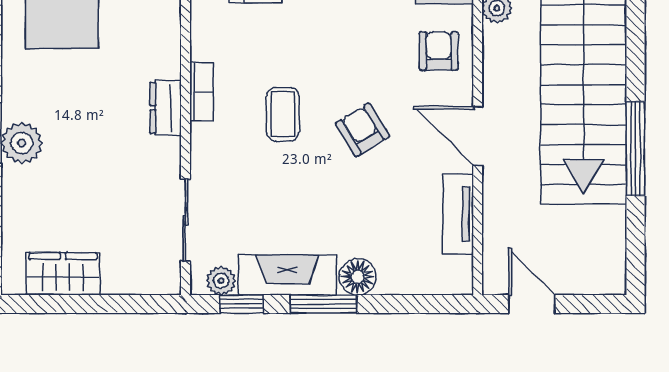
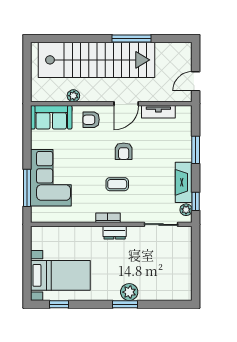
armchair: (363, 130) -> (124, 151), turned -59
wardrobe: (63, 274) -> (183, 275), removed
floor lamp: (358, 277) -> (184, 153), removed
window: (323, 304) -> (196, 150), moved

